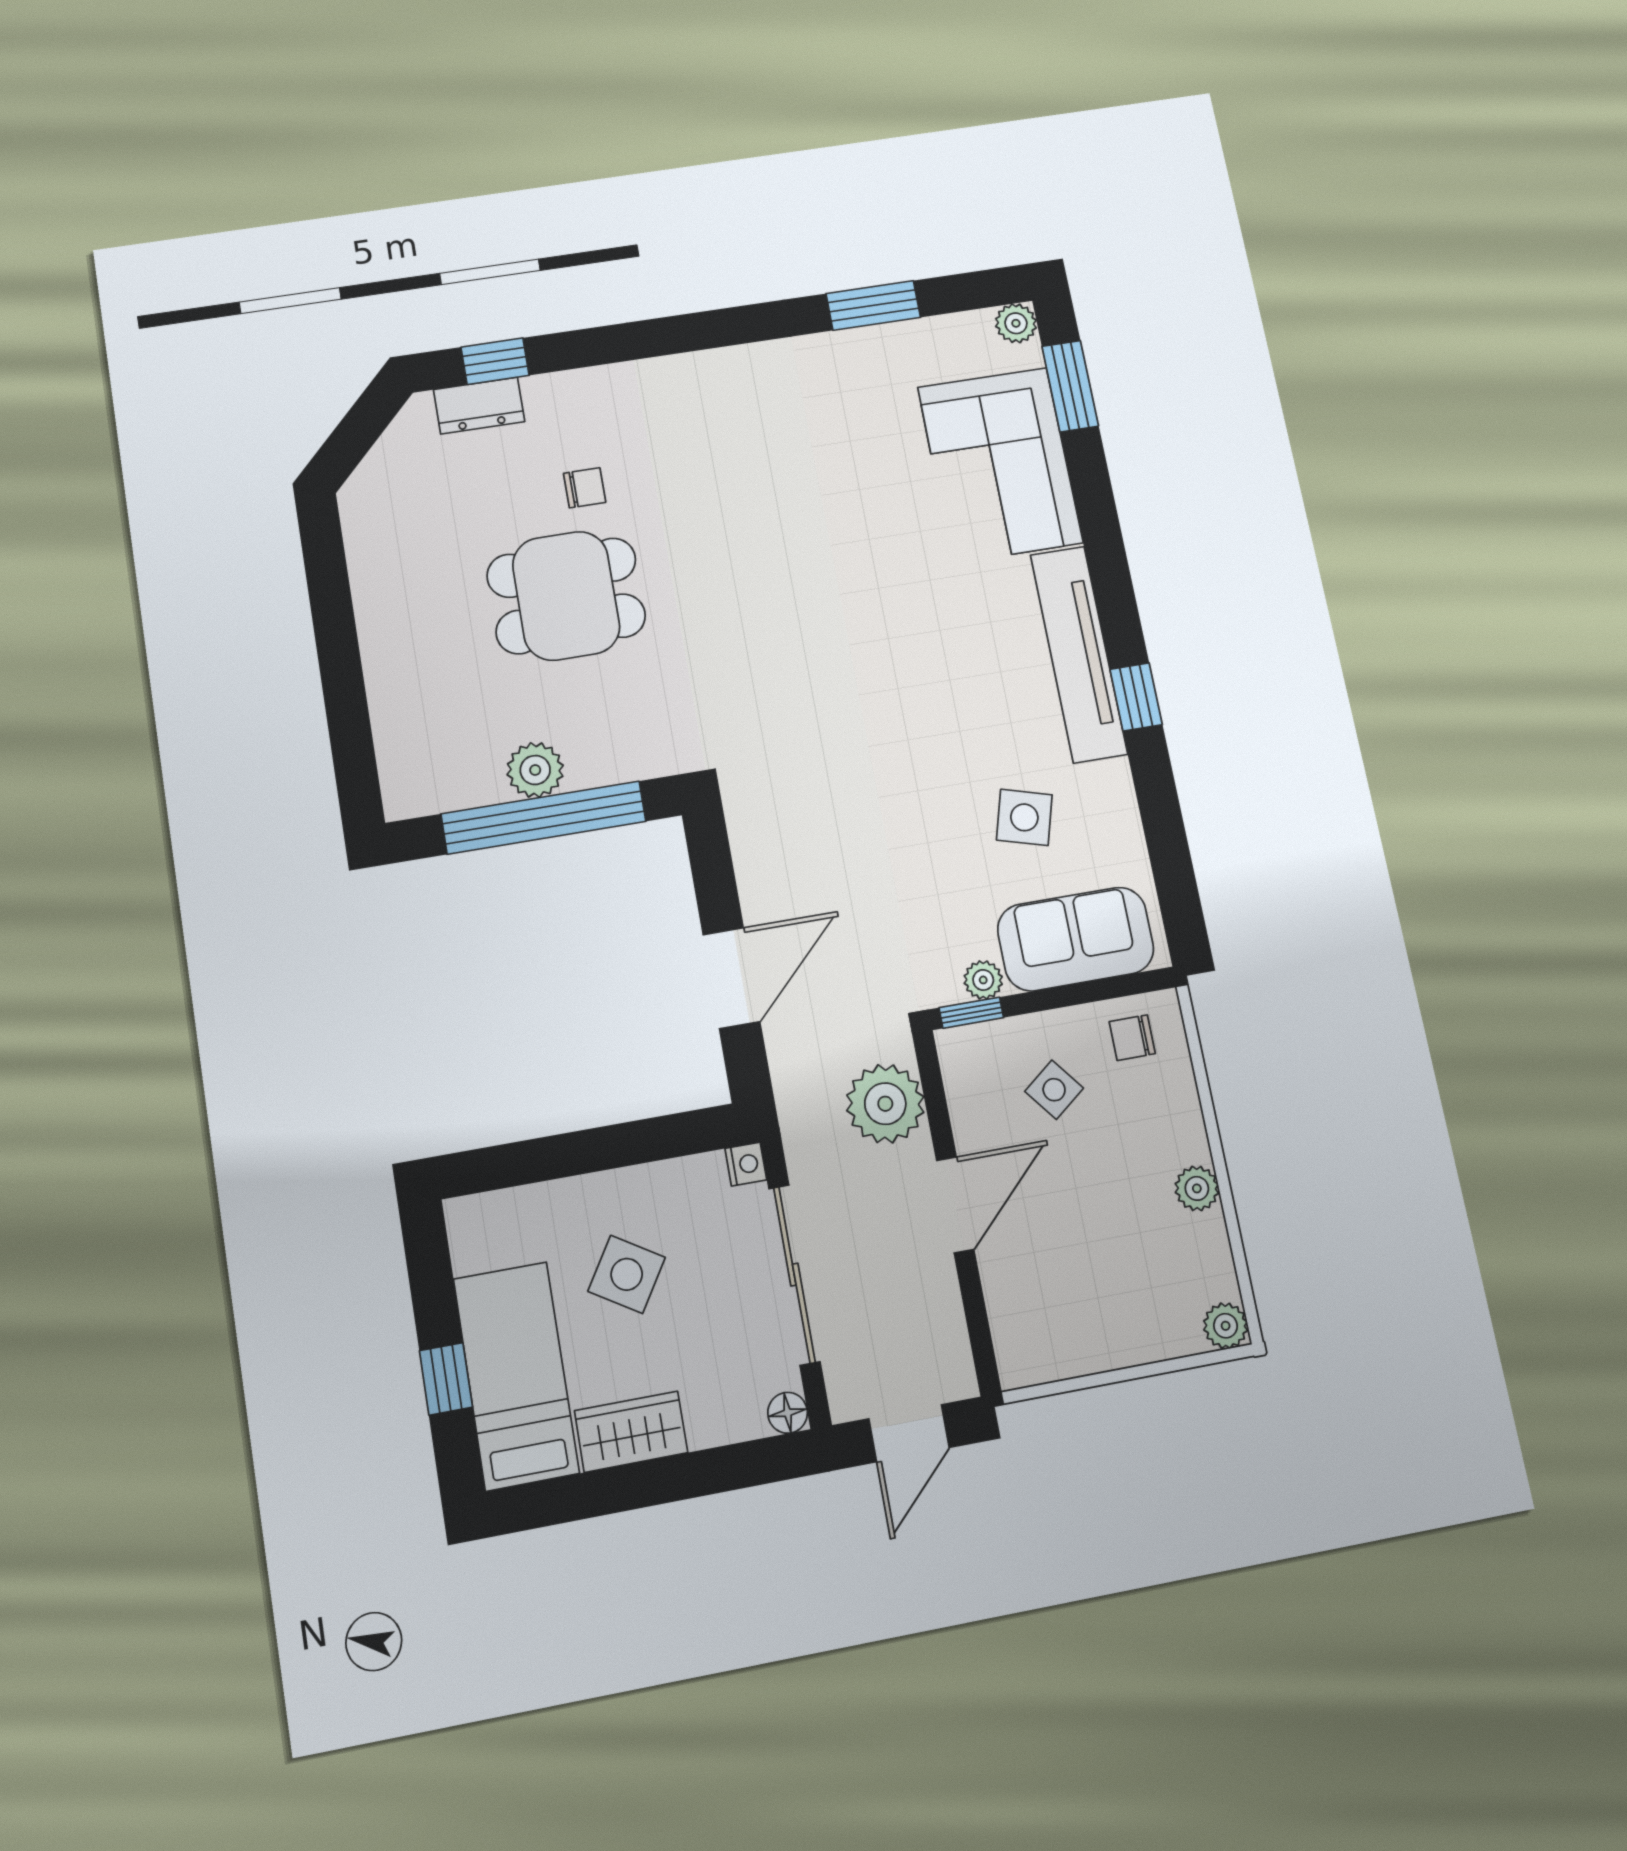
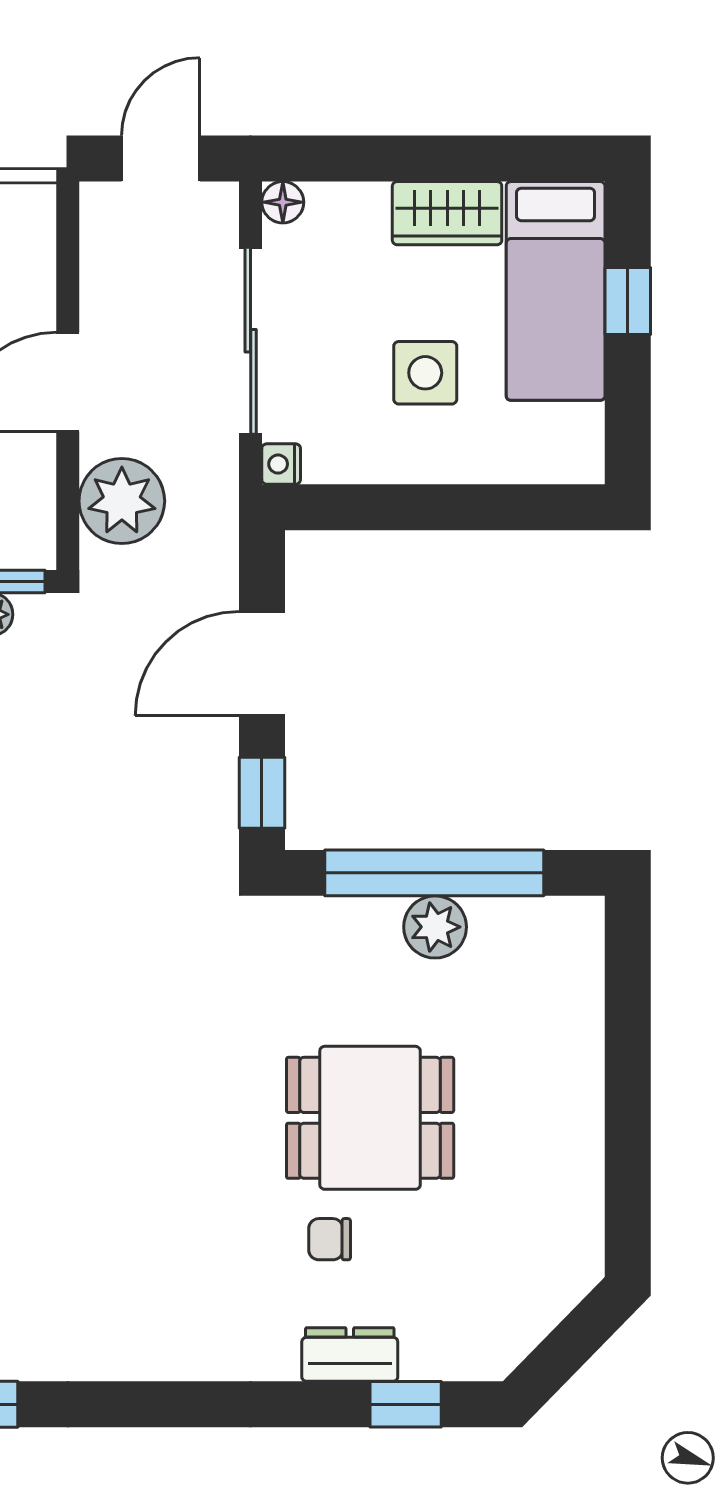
dresser: (479, 406) -> (350, 1354), moved
window: (711, 863) -> (262, 793), added
side table: (627, 1274) -> (425, 373), turned -32

